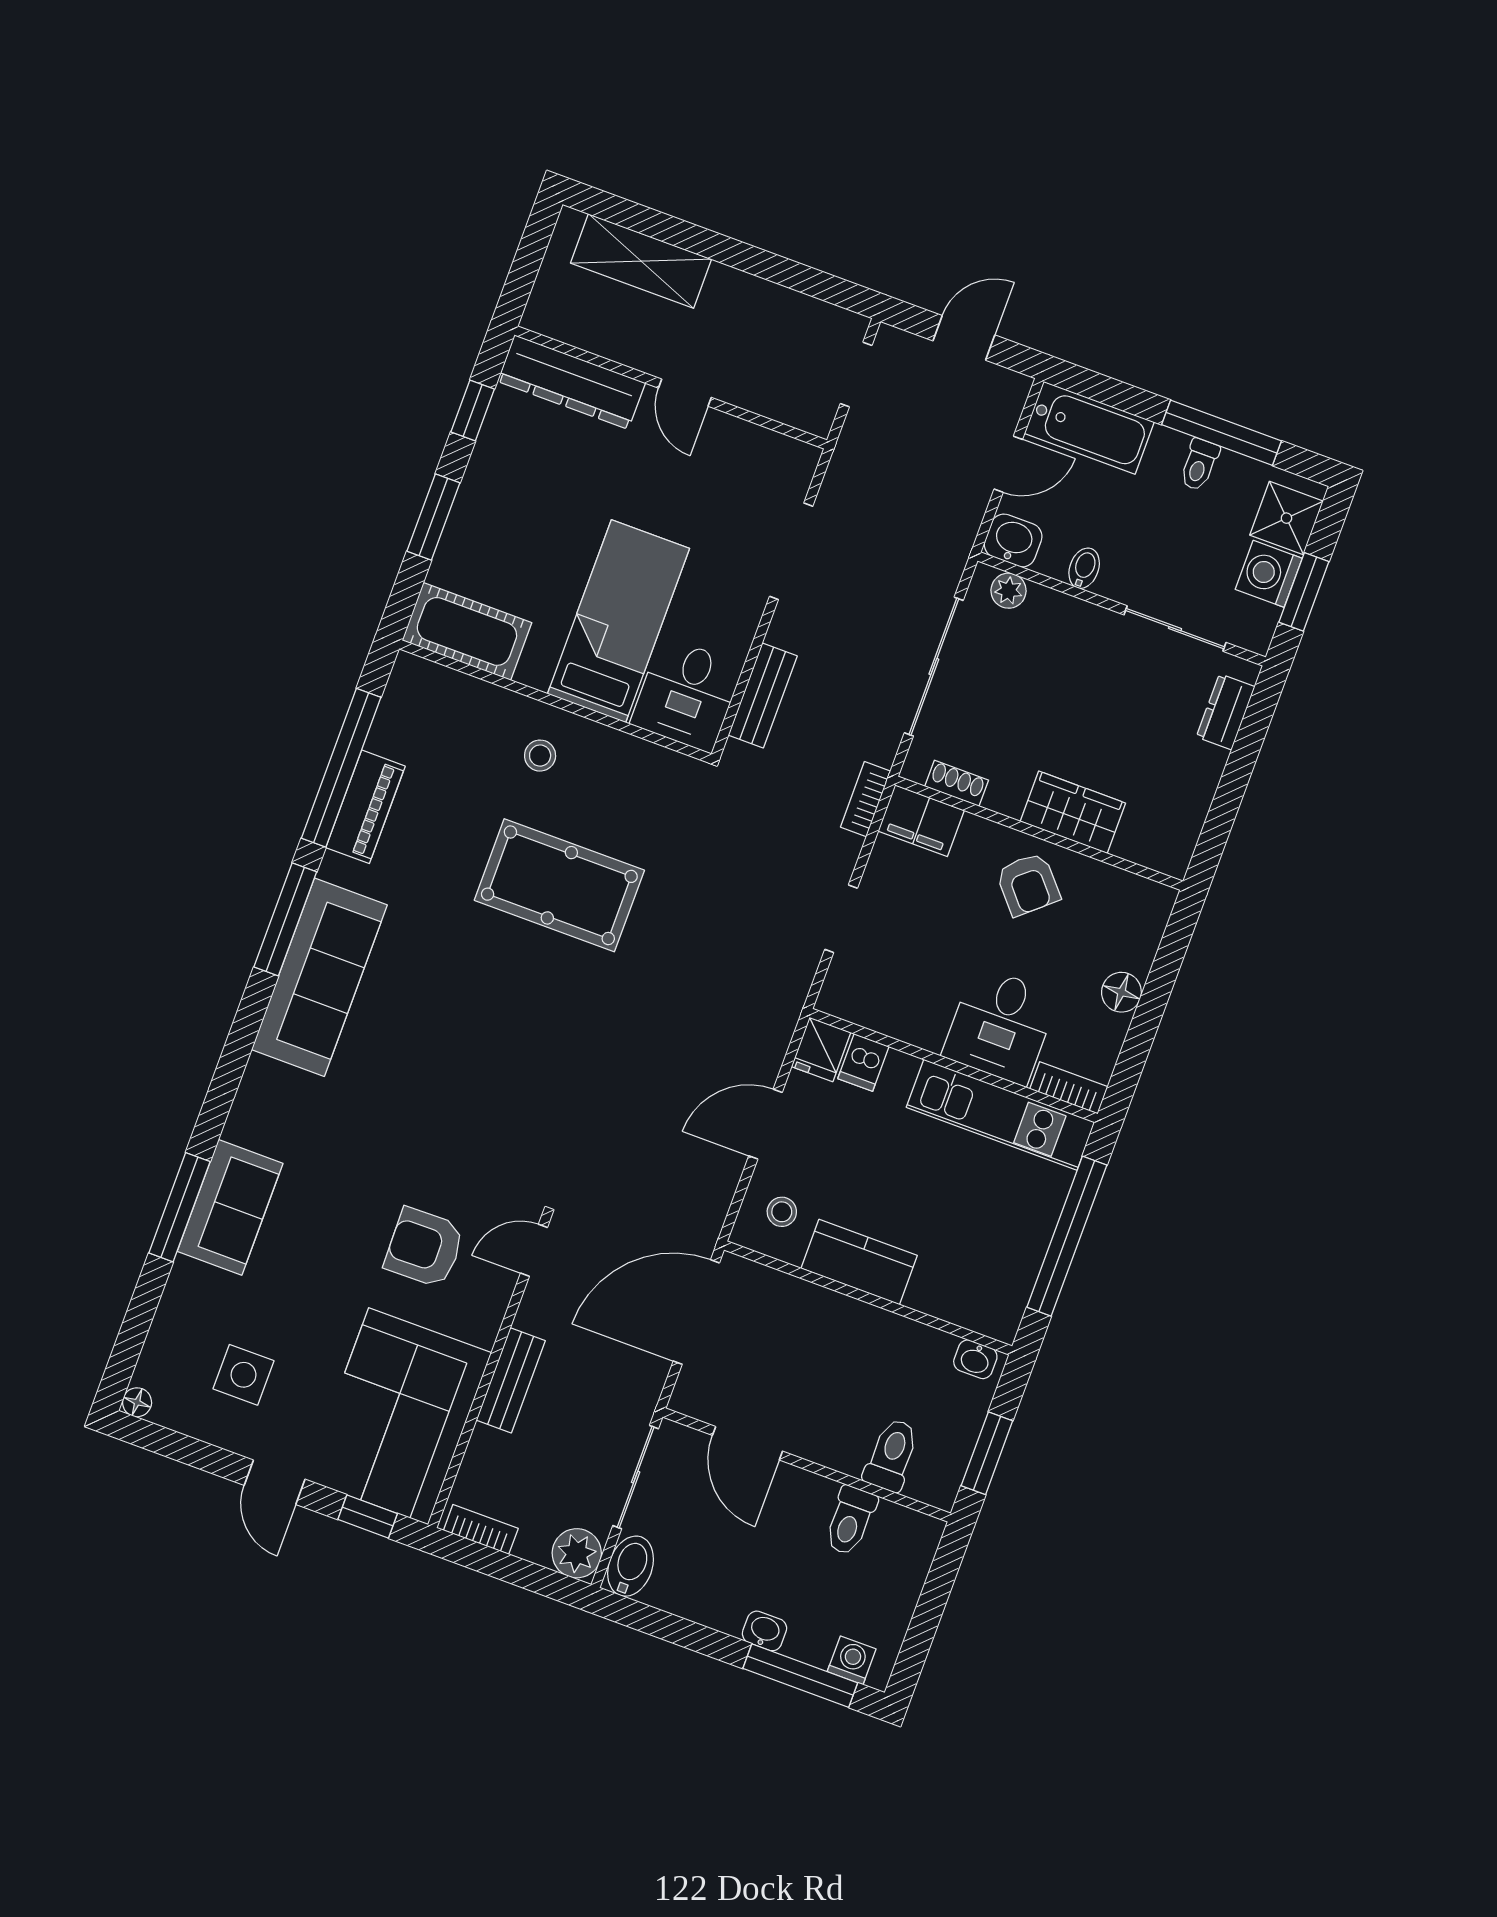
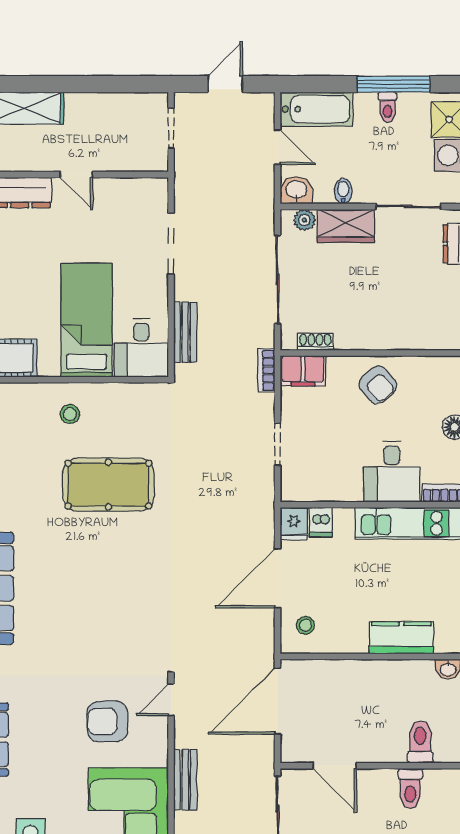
door: (1008, 464) -> (278, 147), hinge flipped
wardrobe: (1073, 812) -> (346, 226), moved, turned 180
door: (765, 1124) -> (278, 578), width x1.36
kitchen counter: (859, 1262) -> (401, 638), moved

